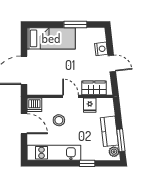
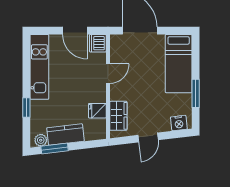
nightstand: (101, 49) -> (179, 123), moved
door: (71, 96) -> (108, 74), moved
stool: (59, 120) -> (79, 73), removed
door: (24, 124) -> (75, 31), hinge flipped

